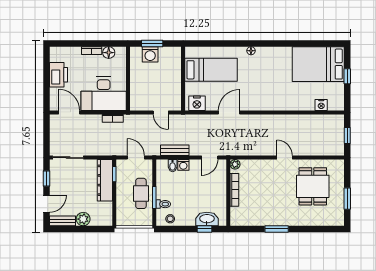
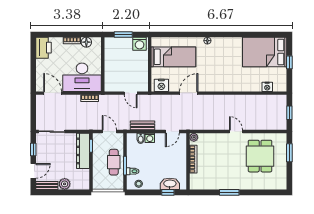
washing machine: (150, 54) -> (140, 44), moved
printer: (59, 75) -> (44, 48), moved
window: (347, 199) -> (289, 153), moved

